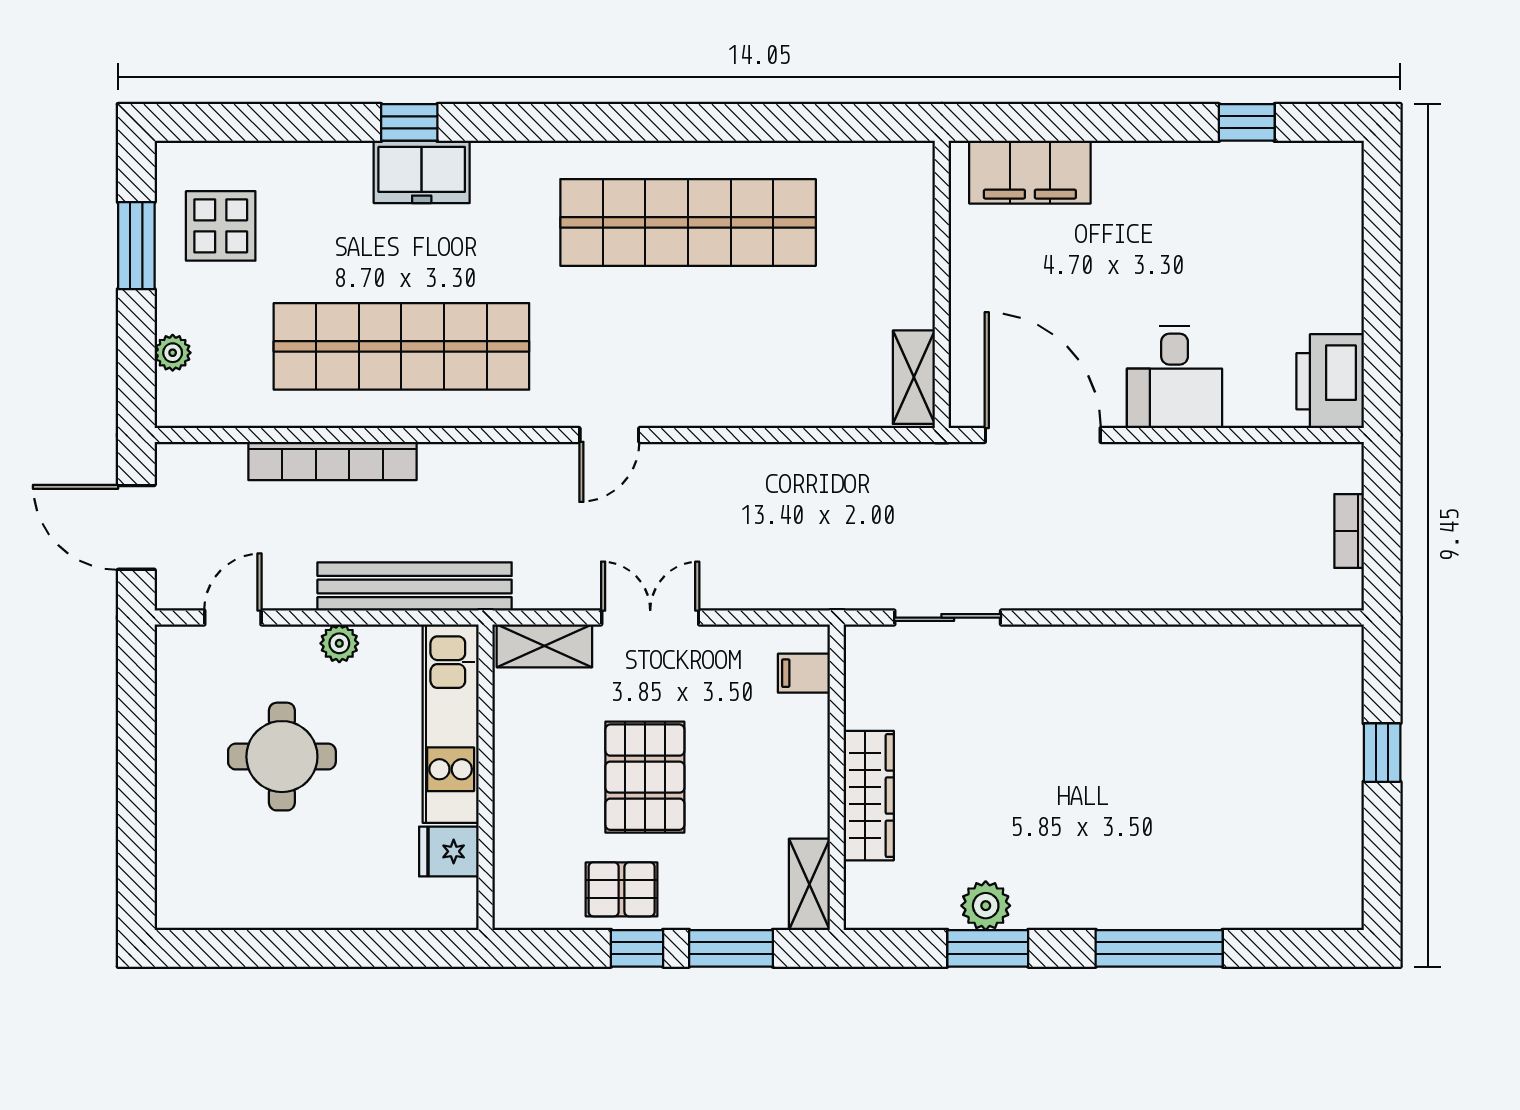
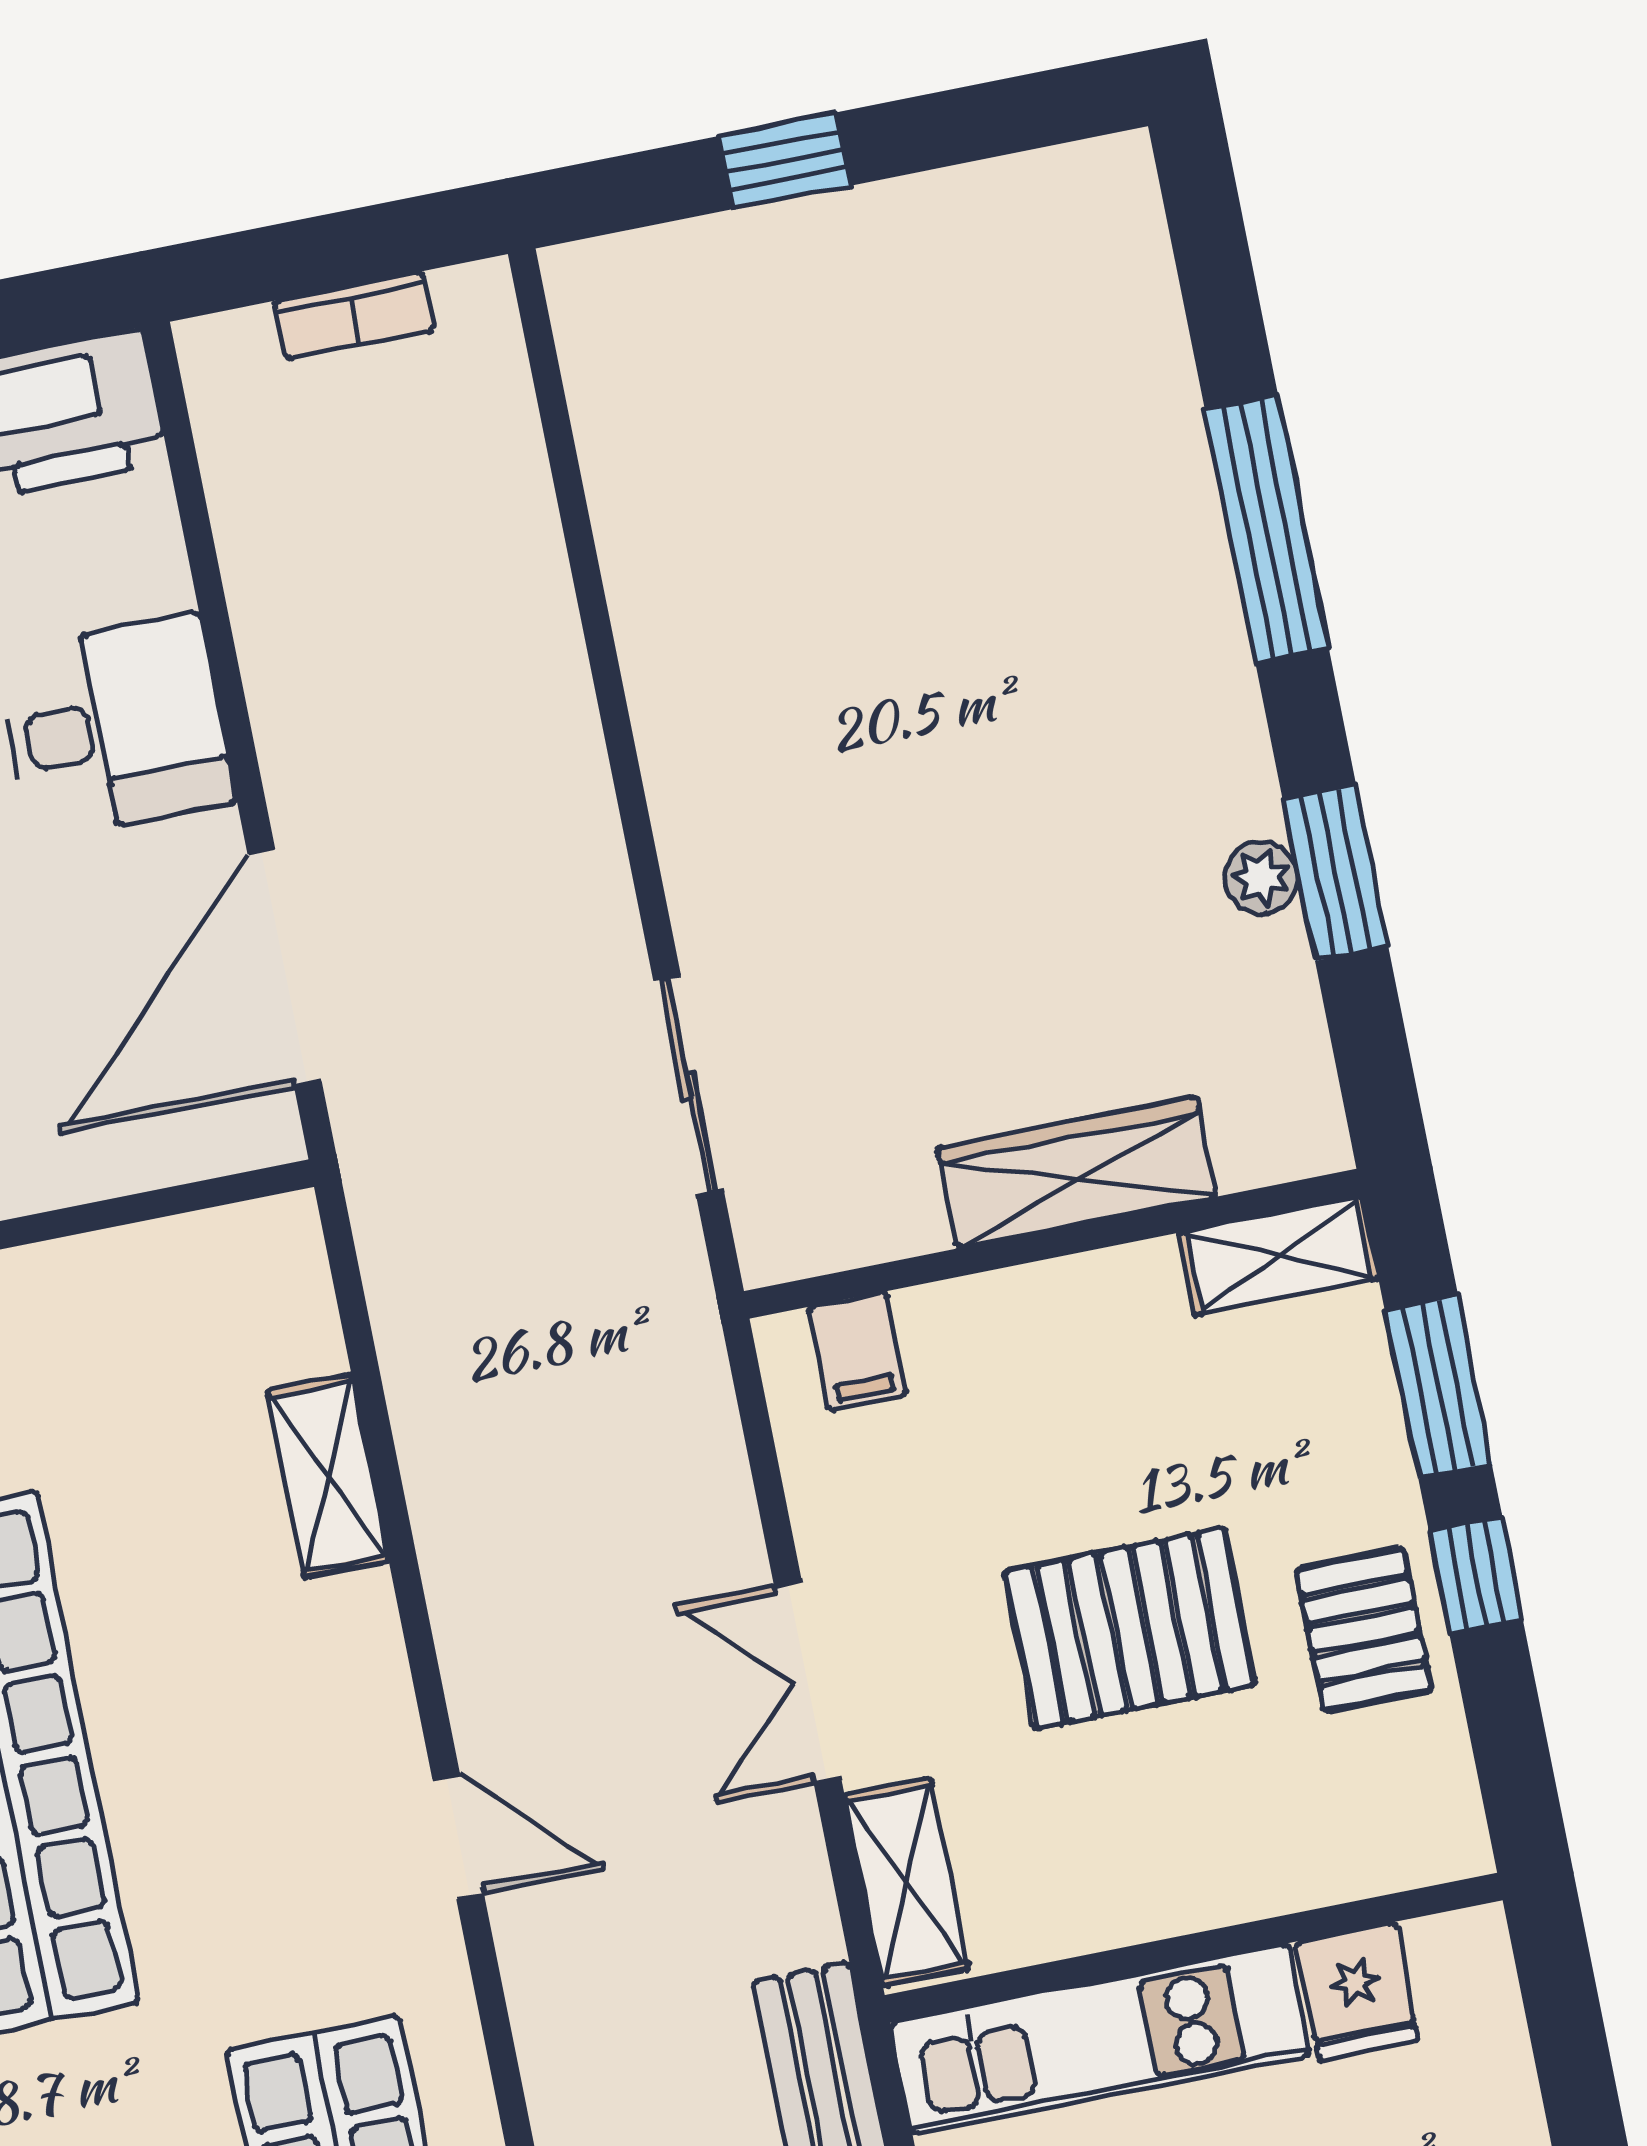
shelving: (914, 377) -> (328, 1476), moved, turned 90
plant: (986, 906) -> (1261, 878), width x0.73, depth x0.73

